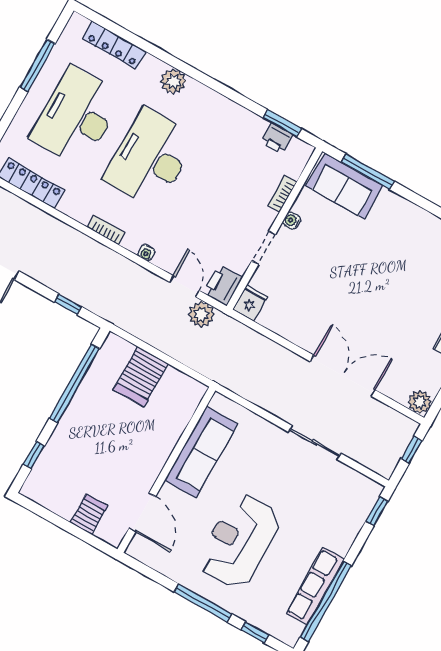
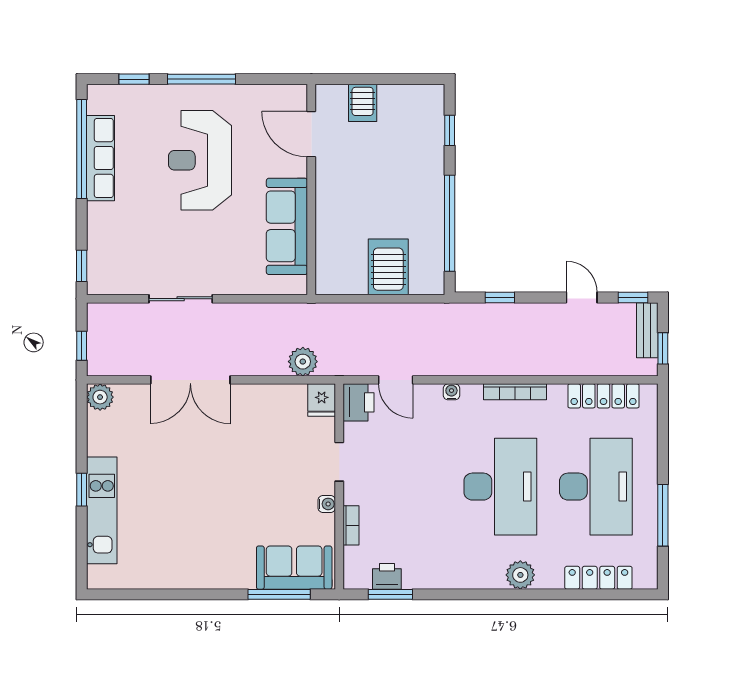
bookcase: (106, 230) -> (515, 392), width x1.56
plant: (201, 315) -> (303, 362), moved
reception desk: (239, 541) -> (200, 160), turned 180

